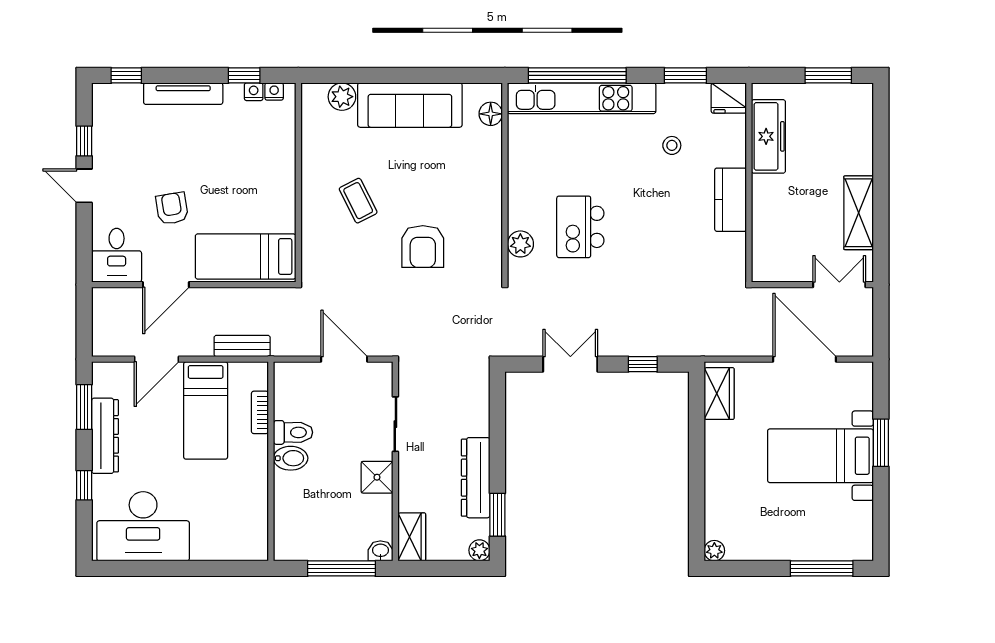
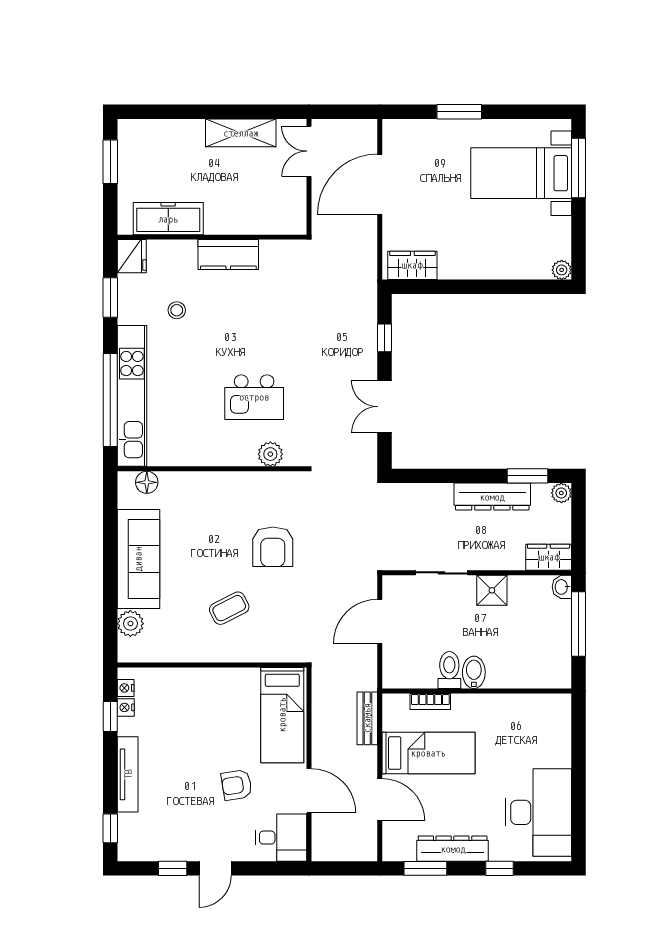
armchair: (423, 246) -> (273, 547), turned 90
bed with nightstands: (820, 456) -> (521, 173), moved, turned 90

